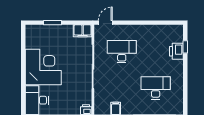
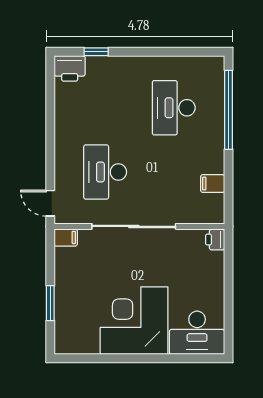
filing cabinet: (83, 31) -> (66, 237), width x0.50
printer: (176, 51) -> (70, 68), moved

